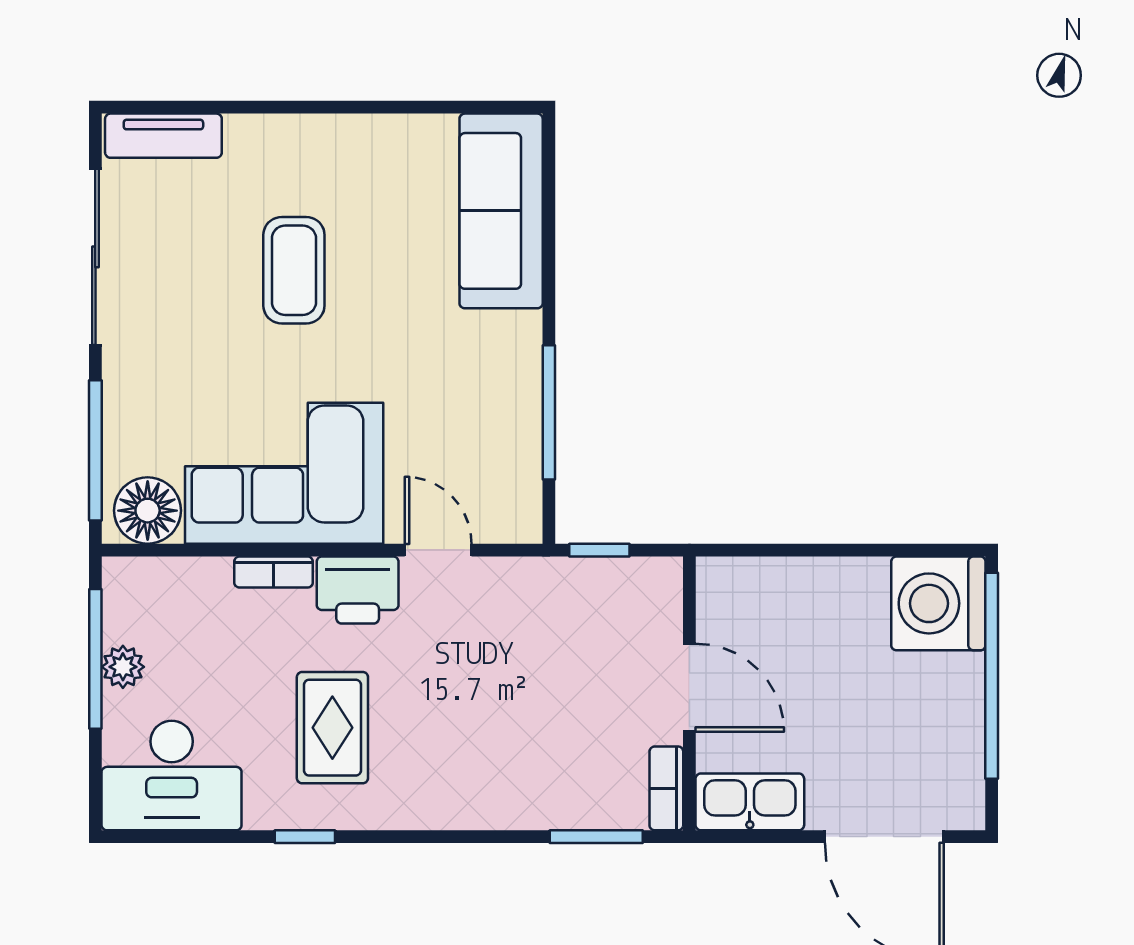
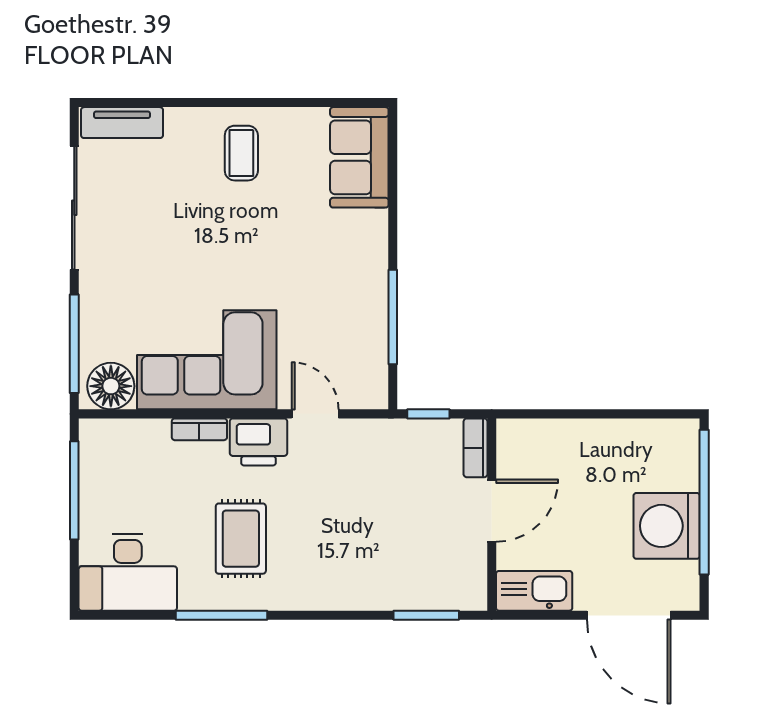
sofa: (501, 211) -> (359, 157), width x0.73
coffee table: (294, 270) -> (241, 153), moved, width x0.73, depth x0.77
washing machine: (938, 603) -> (667, 526), moved
plant: (123, 667) -> (94, 496), removed
door: (689, 688) -> (492, 511), hinge flipped
bookcase: (666, 788) -> (476, 448), moved
window: (305, 837) -> (221, 615), width x2.17

